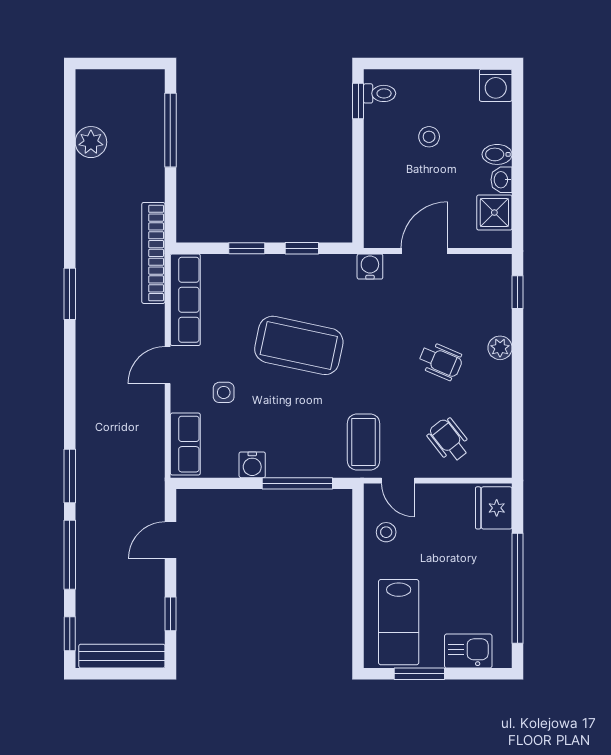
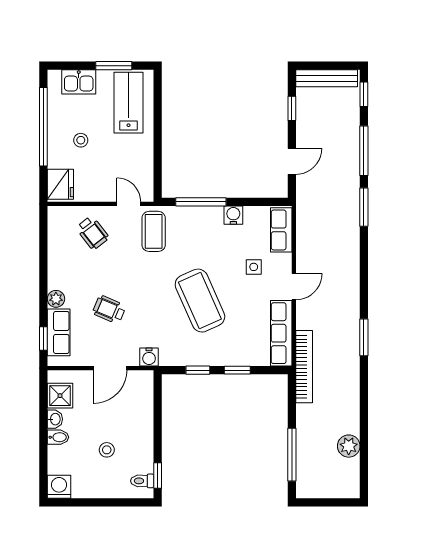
row of seats: (496, 301) -> (59, 332), added
coffee table: (299, 345) -> (200, 301), turned 54
wheelchair: (441, 361) -> (109, 310), moved
stool: (386, 532) -> (81, 140), moved

